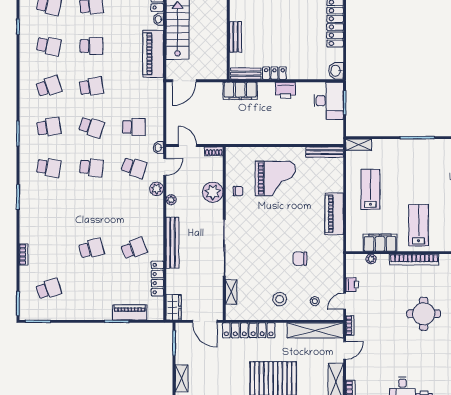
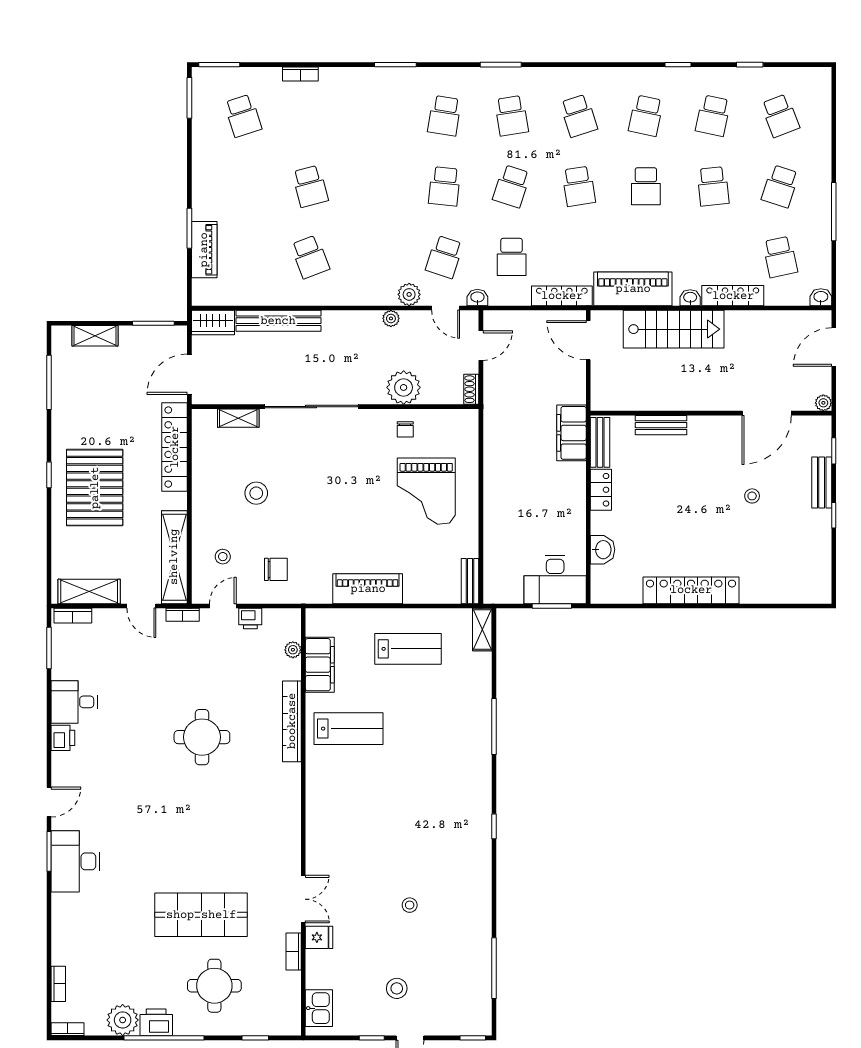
washbasin: (336, 71) -> (603, 550), moved, turned 90
printer: (286, 90) -> (573, 508), removed
bench: (325, 152) -> (470, 581), width x0.73
bench: (172, 243) -> (278, 321), moved
chair: (300, 259) -> (276, 569), moved, turned 90
locker: (157, 279) -> (562, 296), moved
stool: (280, 299) -> (256, 493), moved
door: (345, 301) -> (223, 606), hinge flipped

